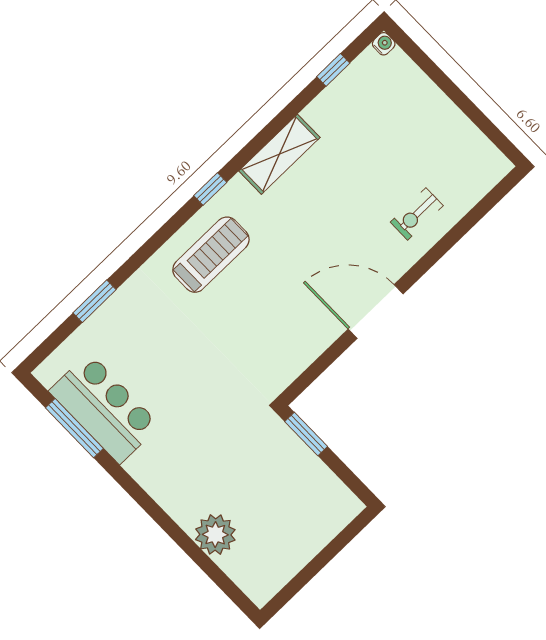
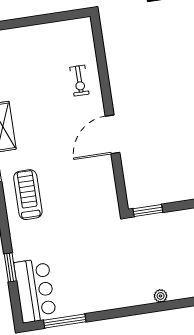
bar counter: (104, 408) -> (35, 290), moved, turned 90
plant: (215, 535) -> (161, 296), width x0.53, depth x0.53

